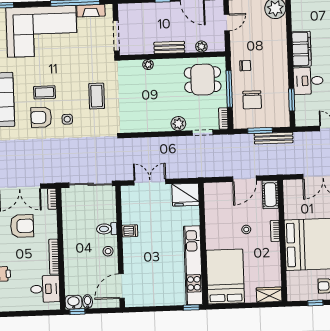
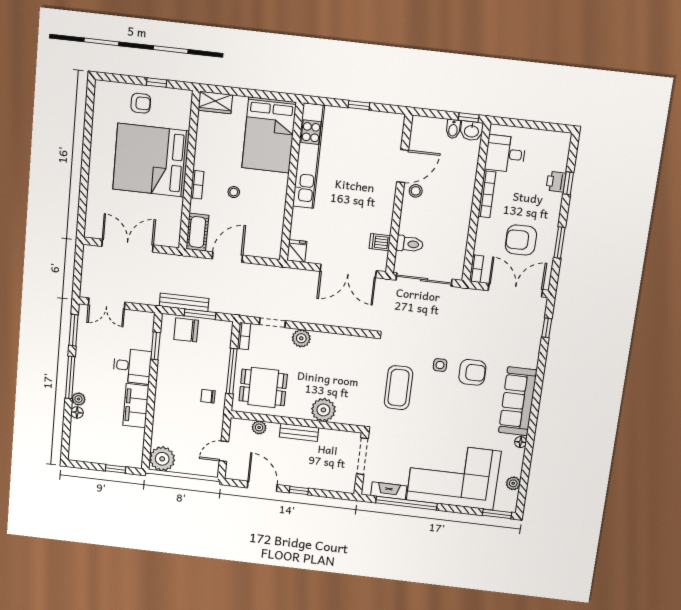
plant: (148, 65) -> (323, 410), width x1.88, depth x1.88
coffee table: (44, 92) -> (463, 402), removed
coffee table: (97, 96) -> (398, 388), width x1.36, depth x1.32
chair: (252, 100) -> (186, 330), moved, turned -90
double door: (150, 182) -> (348, 271), width x1.37
fridge: (186, 195) -> (297, 251), width x0.53, depth x0.75
toilet: (107, 229) -> (410, 244), moved
dishwasher: (130, 231) -> (380, 242), moved
door: (122, 286) -> (403, 166), moved
window: (191, 307) -> (359, 105), moved

